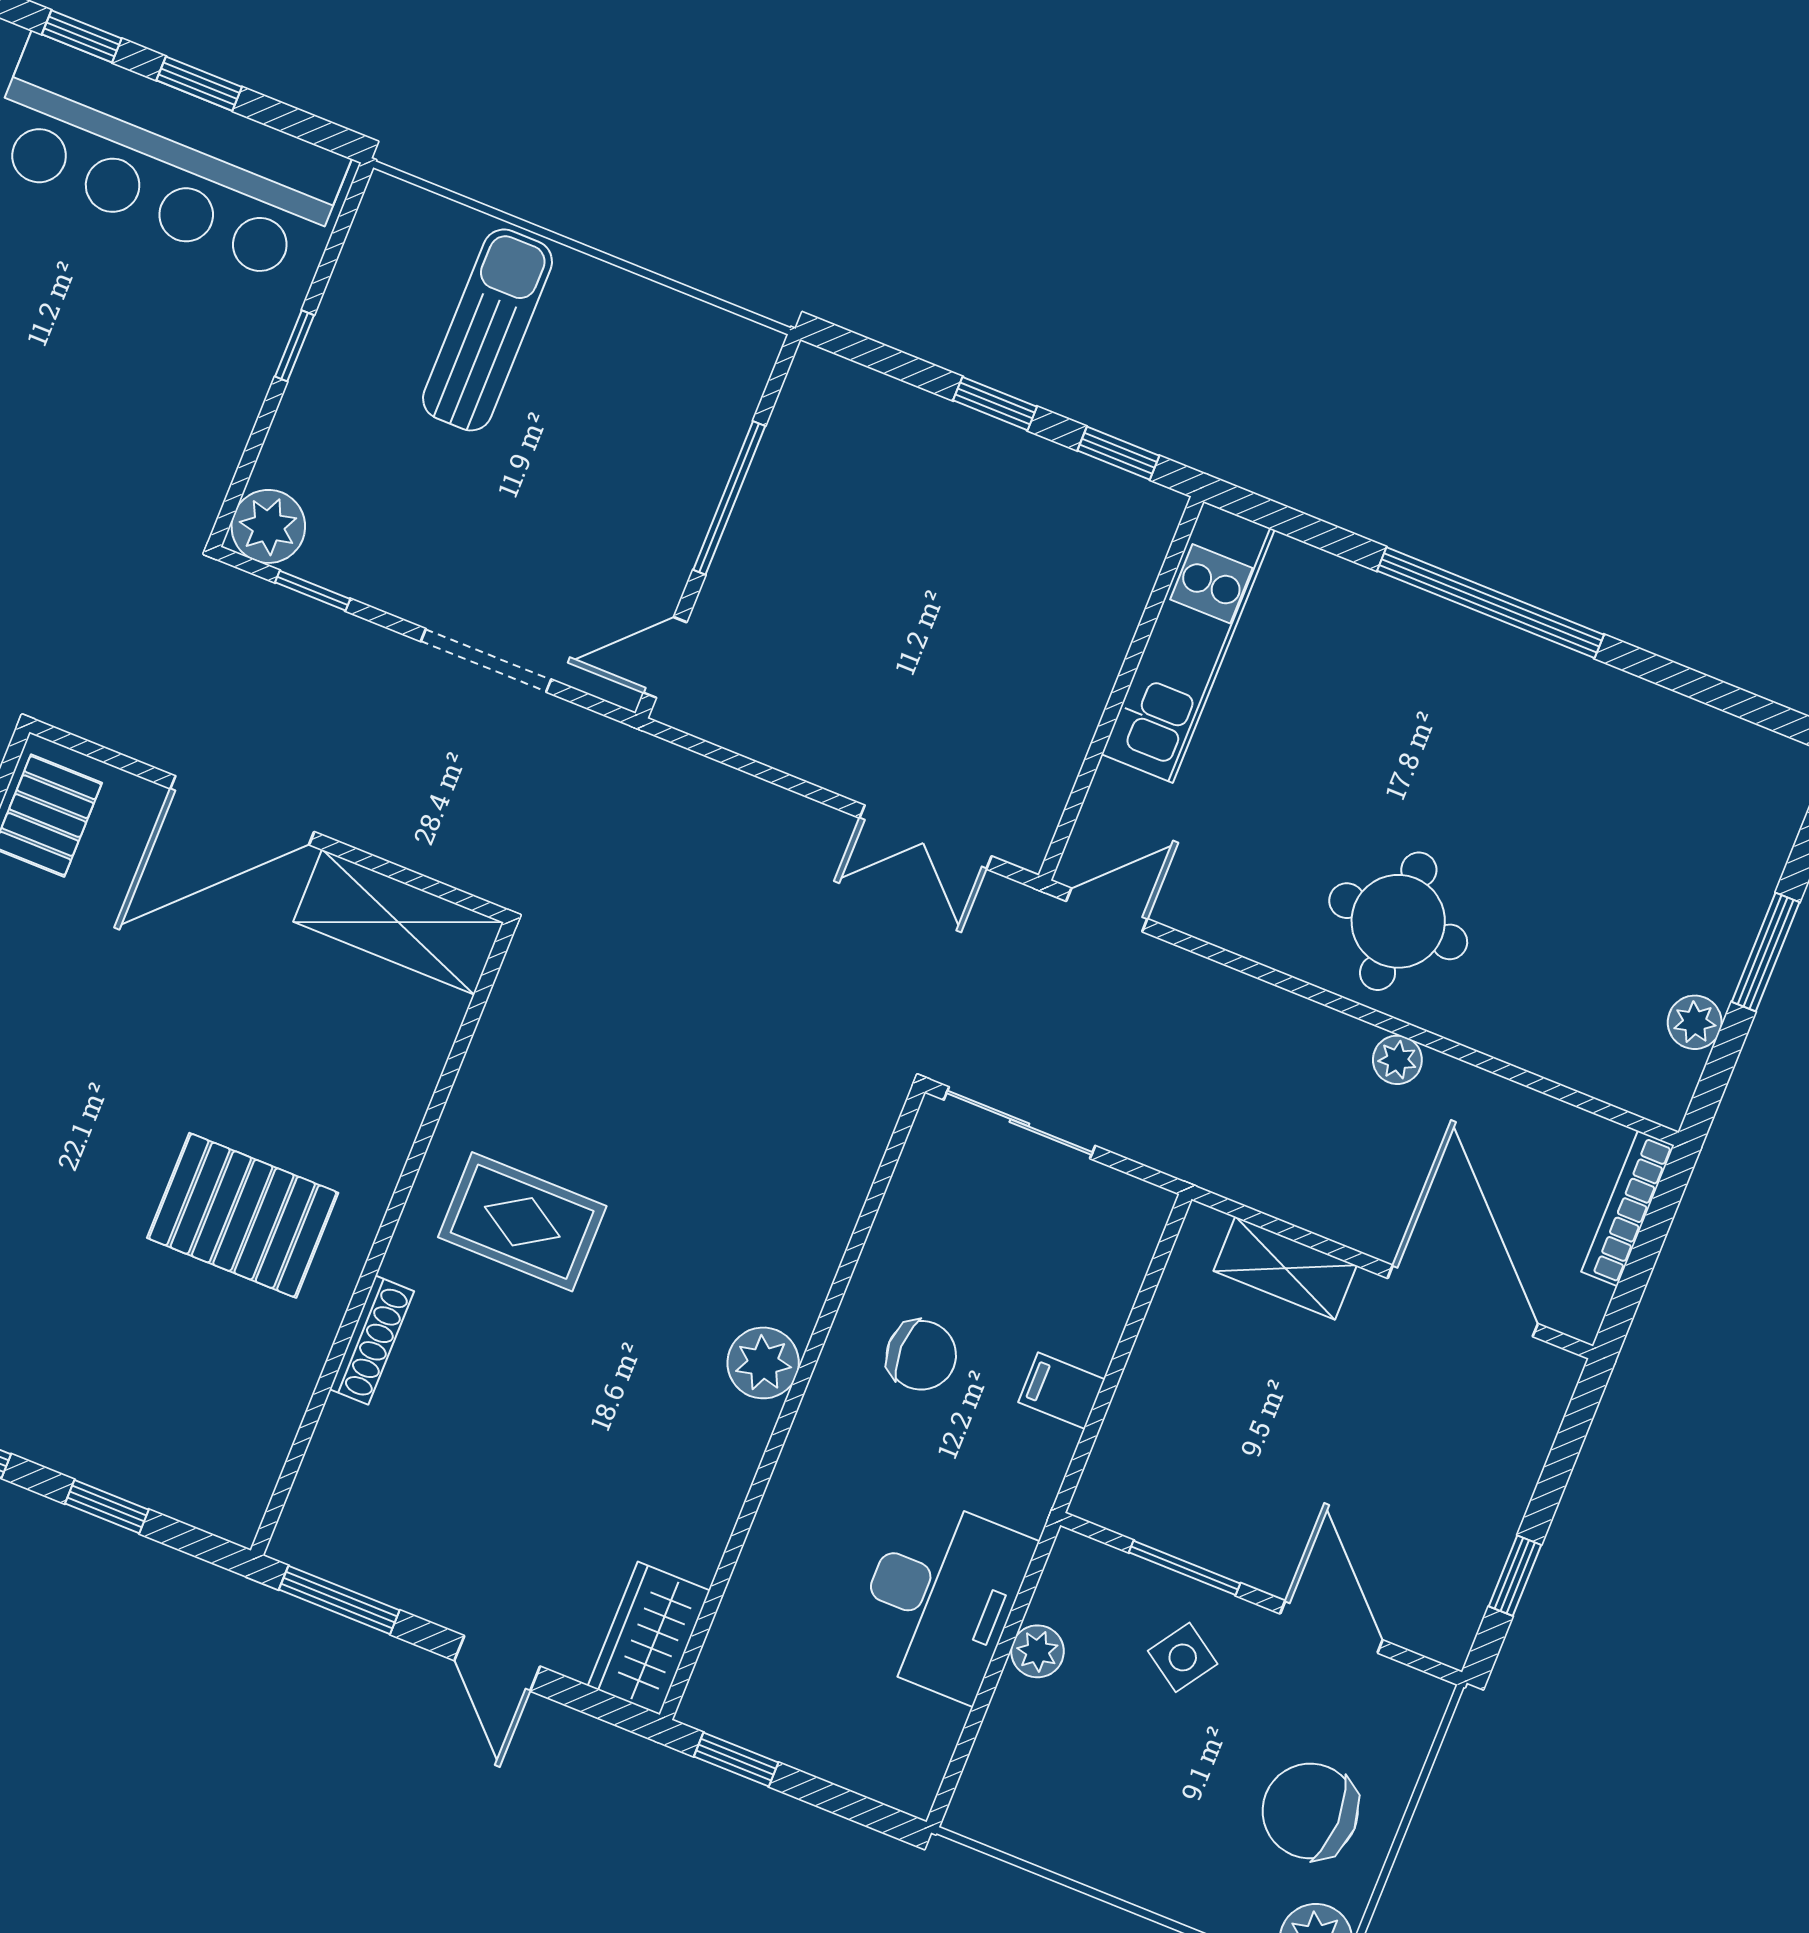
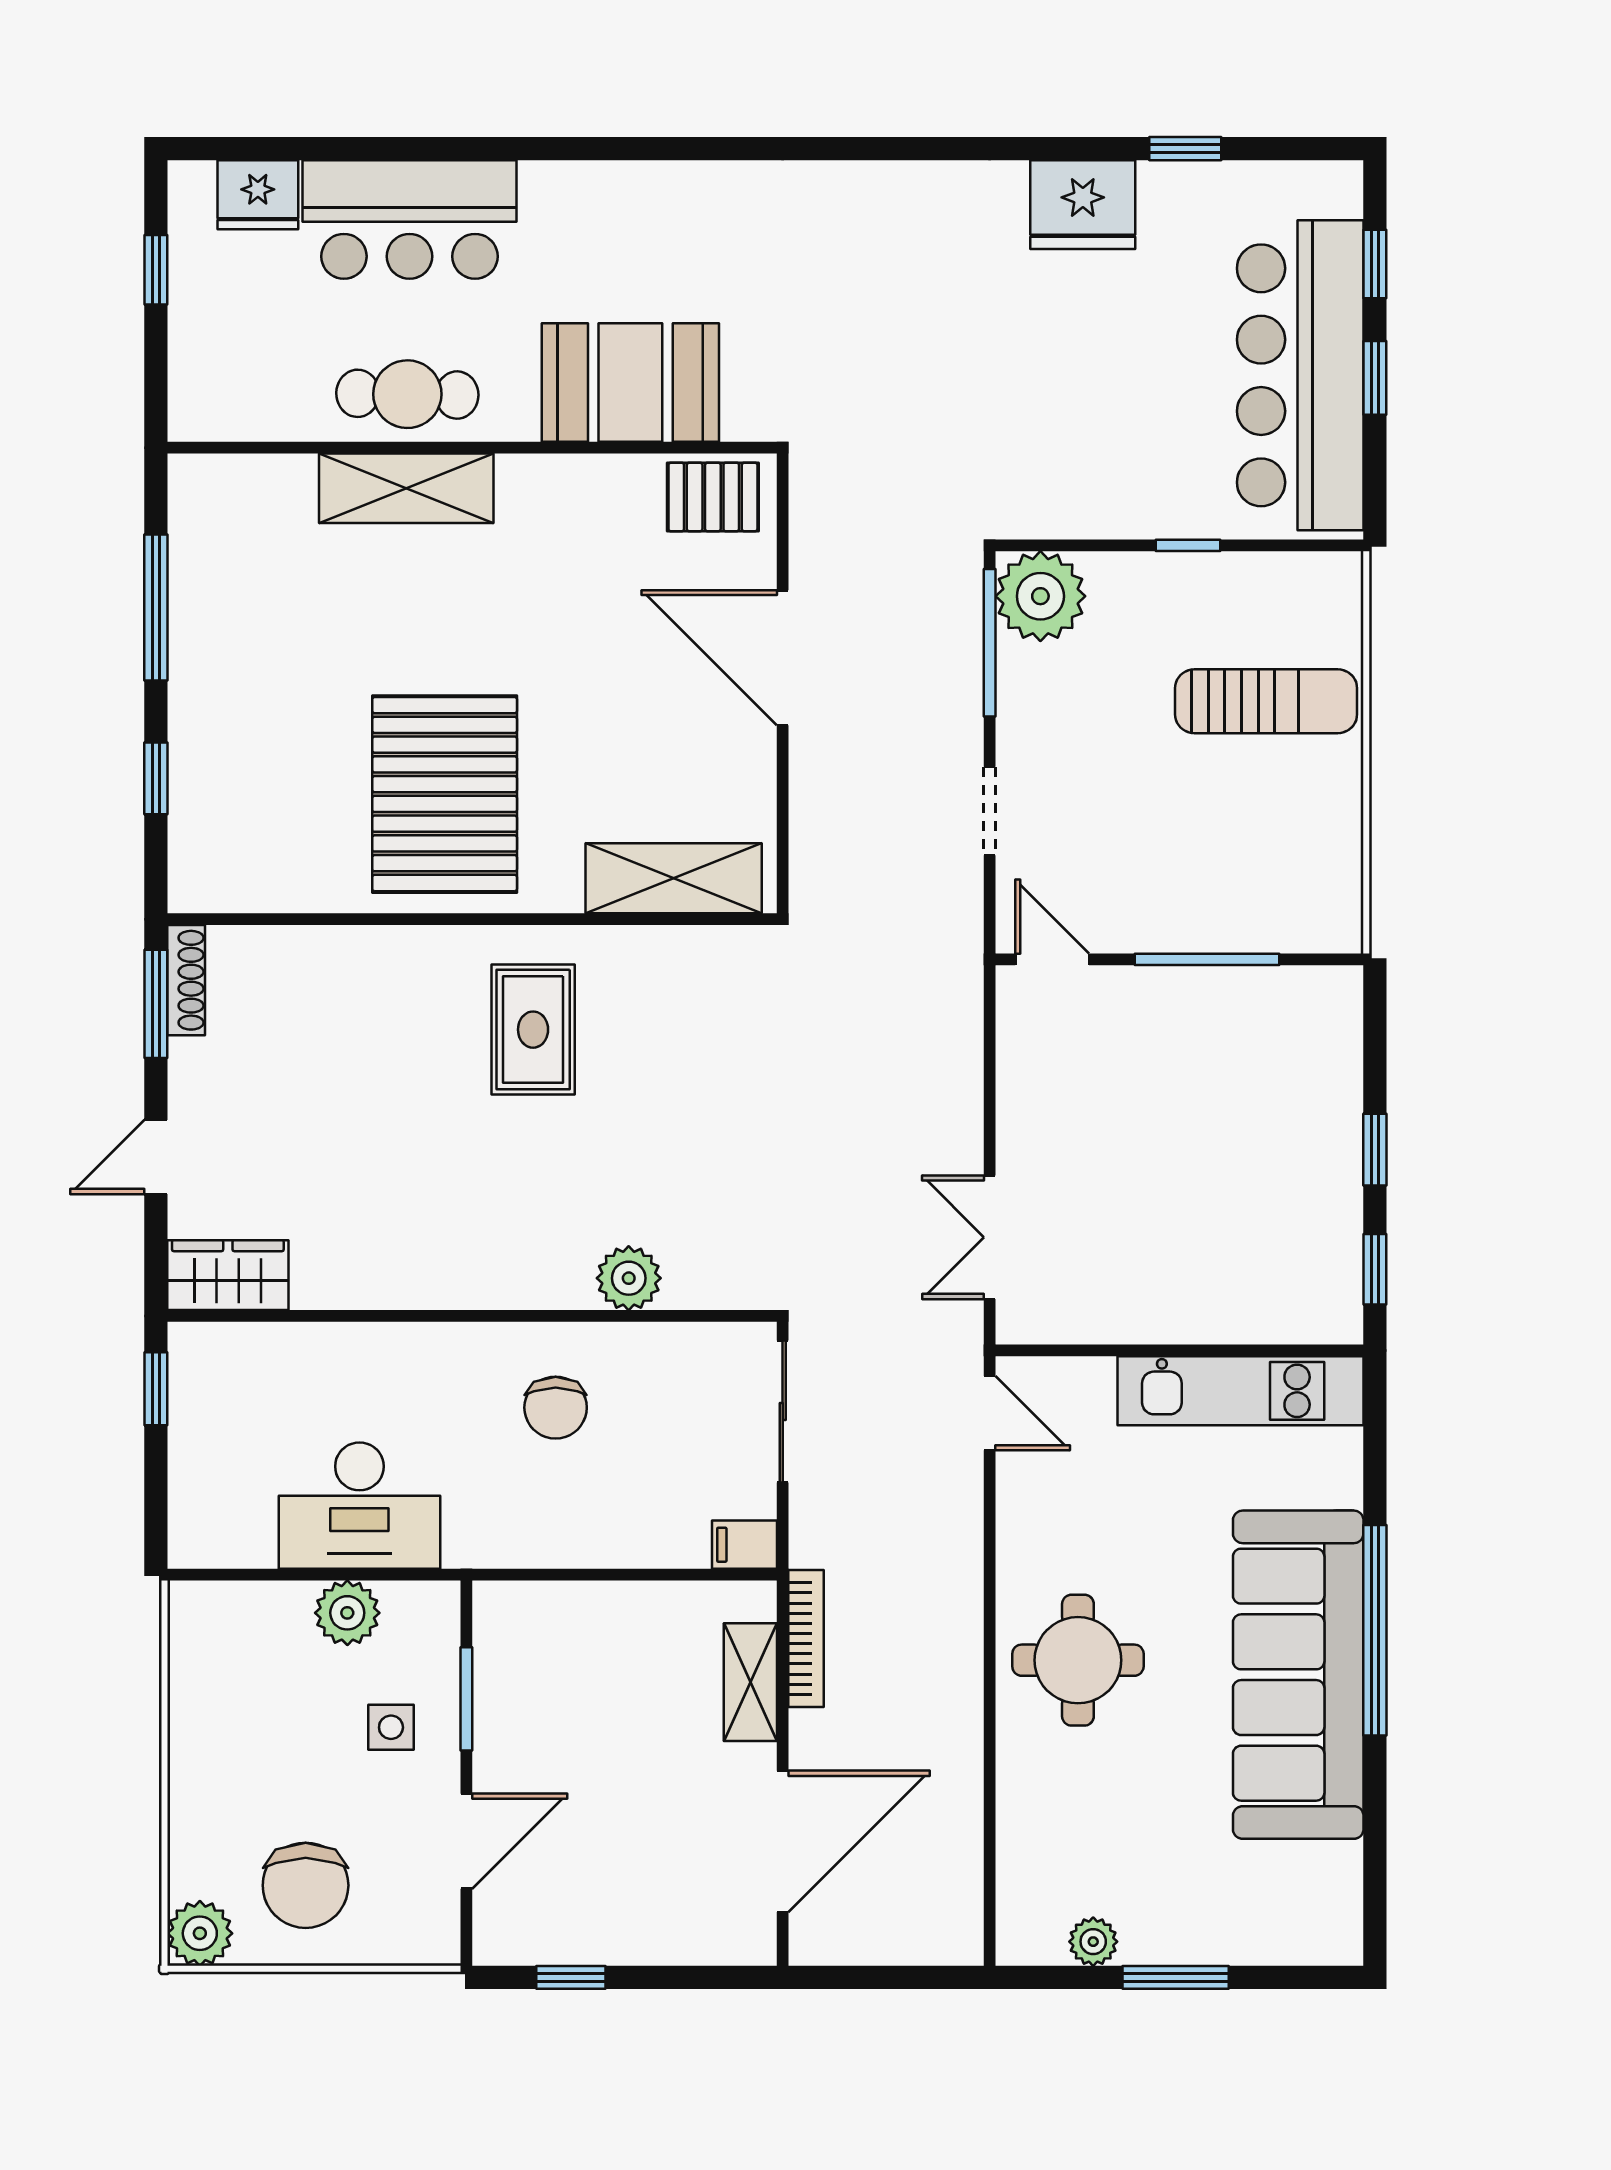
plant: (268, 526) -> (1040, 596), width x1.36, depth x1.36
window: (313, 591) -> (990, 643), width x2.17
doorway: (486, 660) -> (990, 811), width x0.73
sofa: (1504, 700) -> (1298, 1675), added
shelving: (398, 922) -> (674, 878), moved, turned 90
plant: (1397, 1060) -> (962, 1706), removed
bookcase: (1628, 1208) -> (806, 1639), moved, turned 90
pallet: (243, 1215) -> (445, 794), width x1.37, depth x1.41
shoe rack: (372, 1340) -> (186, 980), moved, turned -90
plant: (763, 1363) -> (629, 1278), moved
filing cabinet: (1062, 1391) -> (744, 1545), moved, turned -90
plant: (1037, 1651) -> (347, 1613), width x1.38, depth x1.38
side table: (1183, 1657) -> (391, 1727), turned -34
chair: (1310, 1811) -> (306, 1885), turned 180

